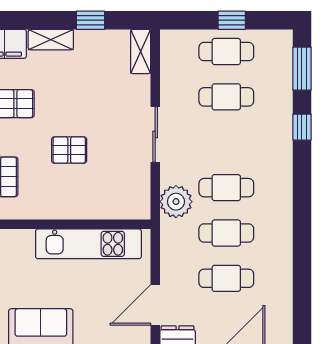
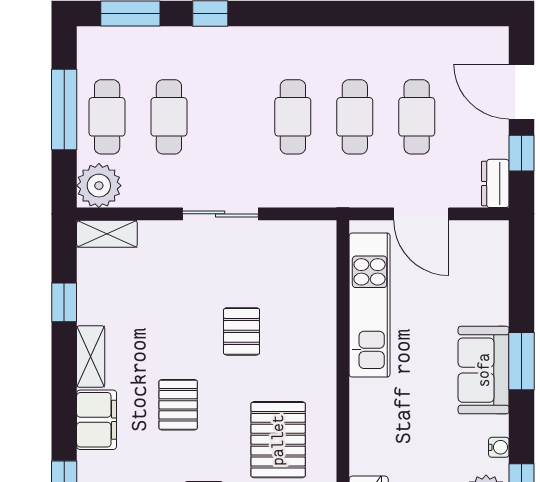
window: (232, 20) -> (64, 110), width x2.17
plant: (176, 202) -> (99, 186), moved
door: (155, 305) -> (421, 214), moved

